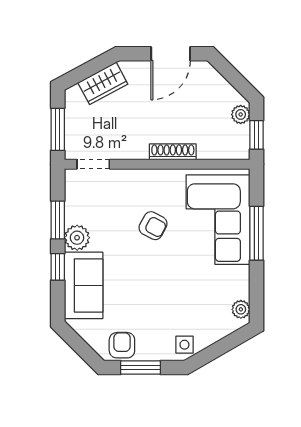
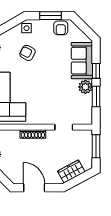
door: (171, 54) -> (34, 188), hinge flipped
doorway: (93, 164) -> (64, 127), moved
armchair: (153, 226) -> (28, 53), moved

